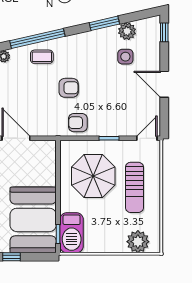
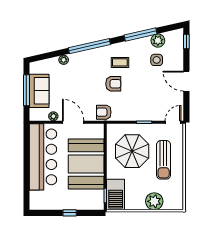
window: (104, 23) -> (141, 35), width x1.44
coffee table: (42, 57) -> (120, 62), moved
armchair: (78, 123) -> (104, 112), moved
booth: (33, 220) -> (86, 164), moved
plant: (138, 242) -> (154, 201), moved

